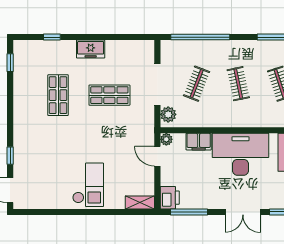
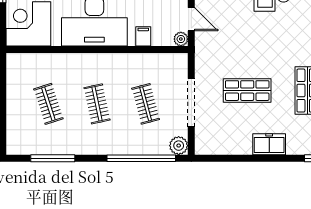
clothes rail: (197, 84) -> (146, 104), turned -36
plant: (168, 114) -> (179, 146), moved
filing cabinet: (199, 142) -> (143, 36), width x0.50

